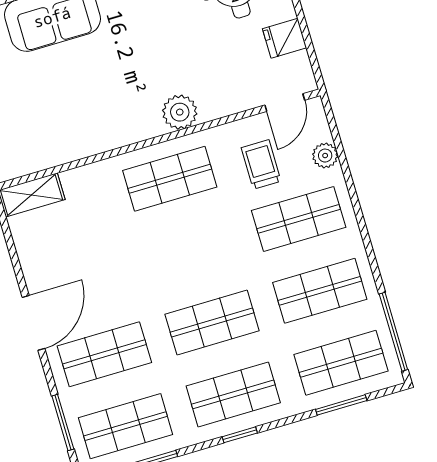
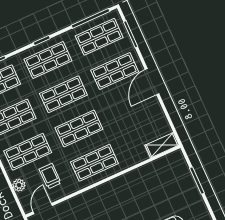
plant: (180, 112) -> (94, 197), removed
trolley: (261, 164) -> (50, 176), turned 180
shop shelf: (191, 251) -> (79, 129), added

